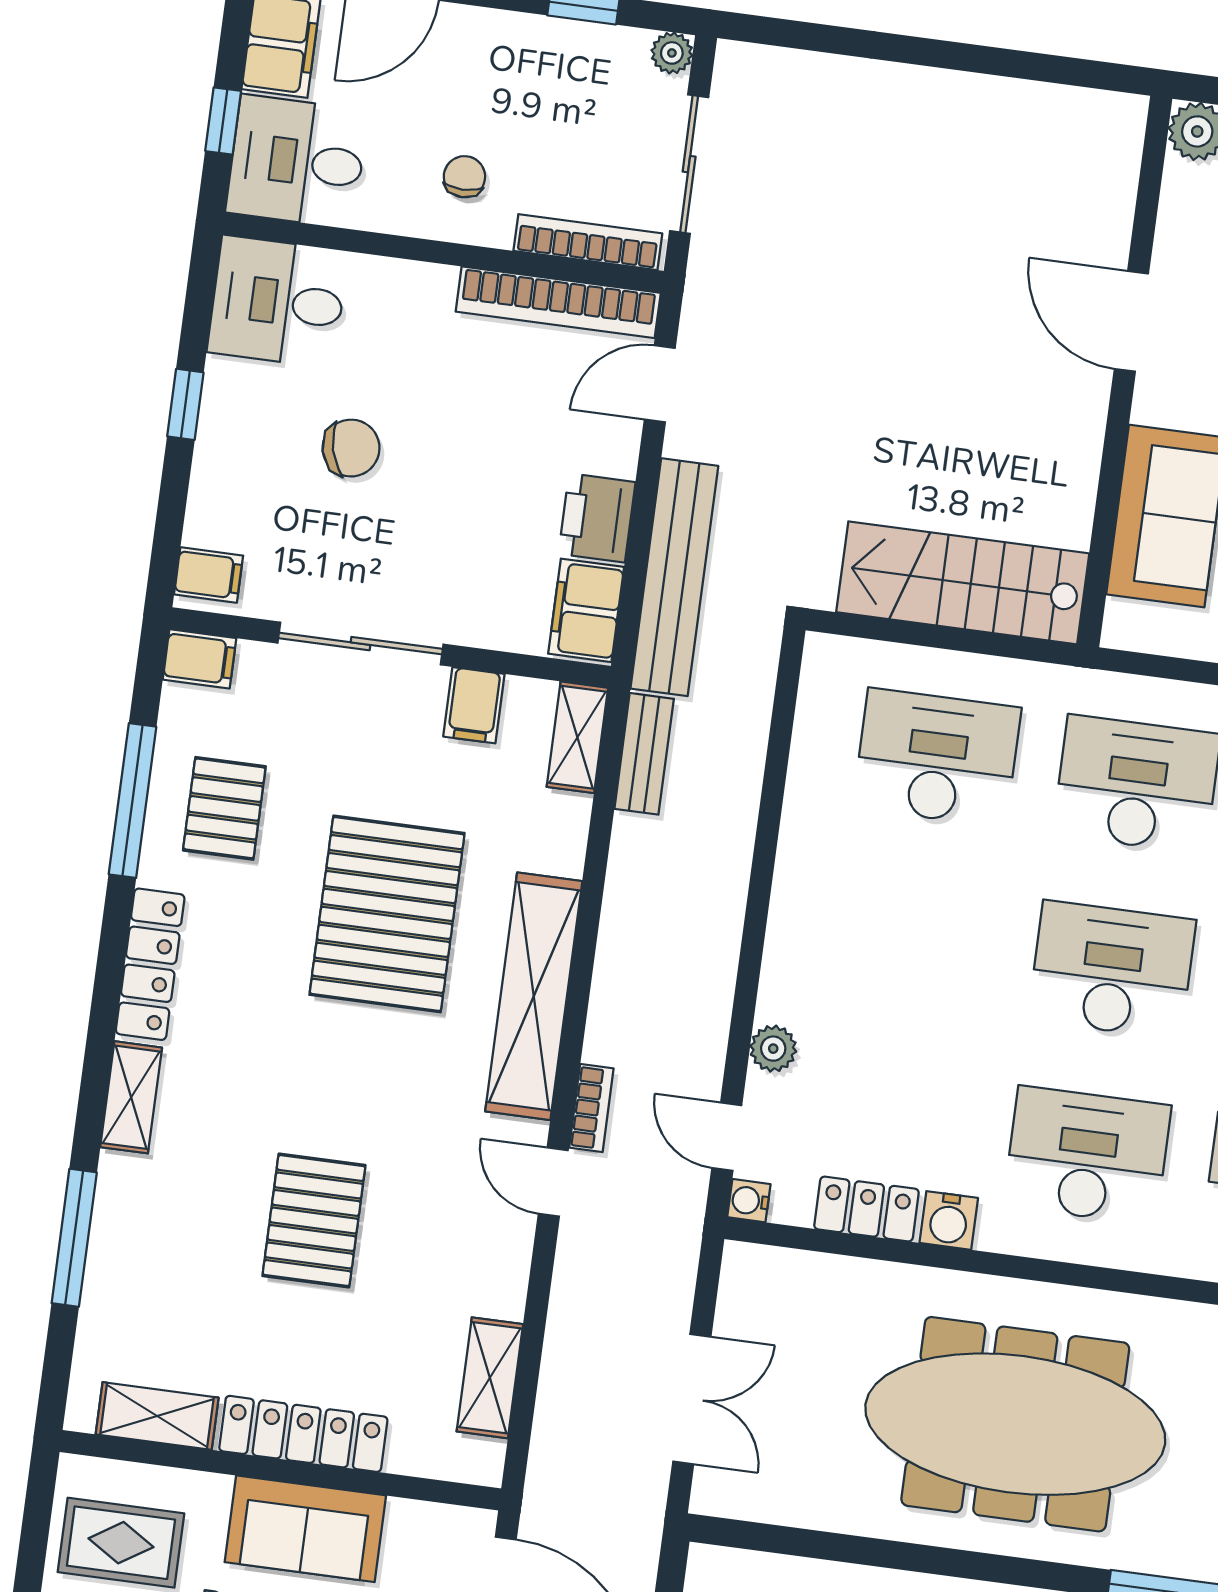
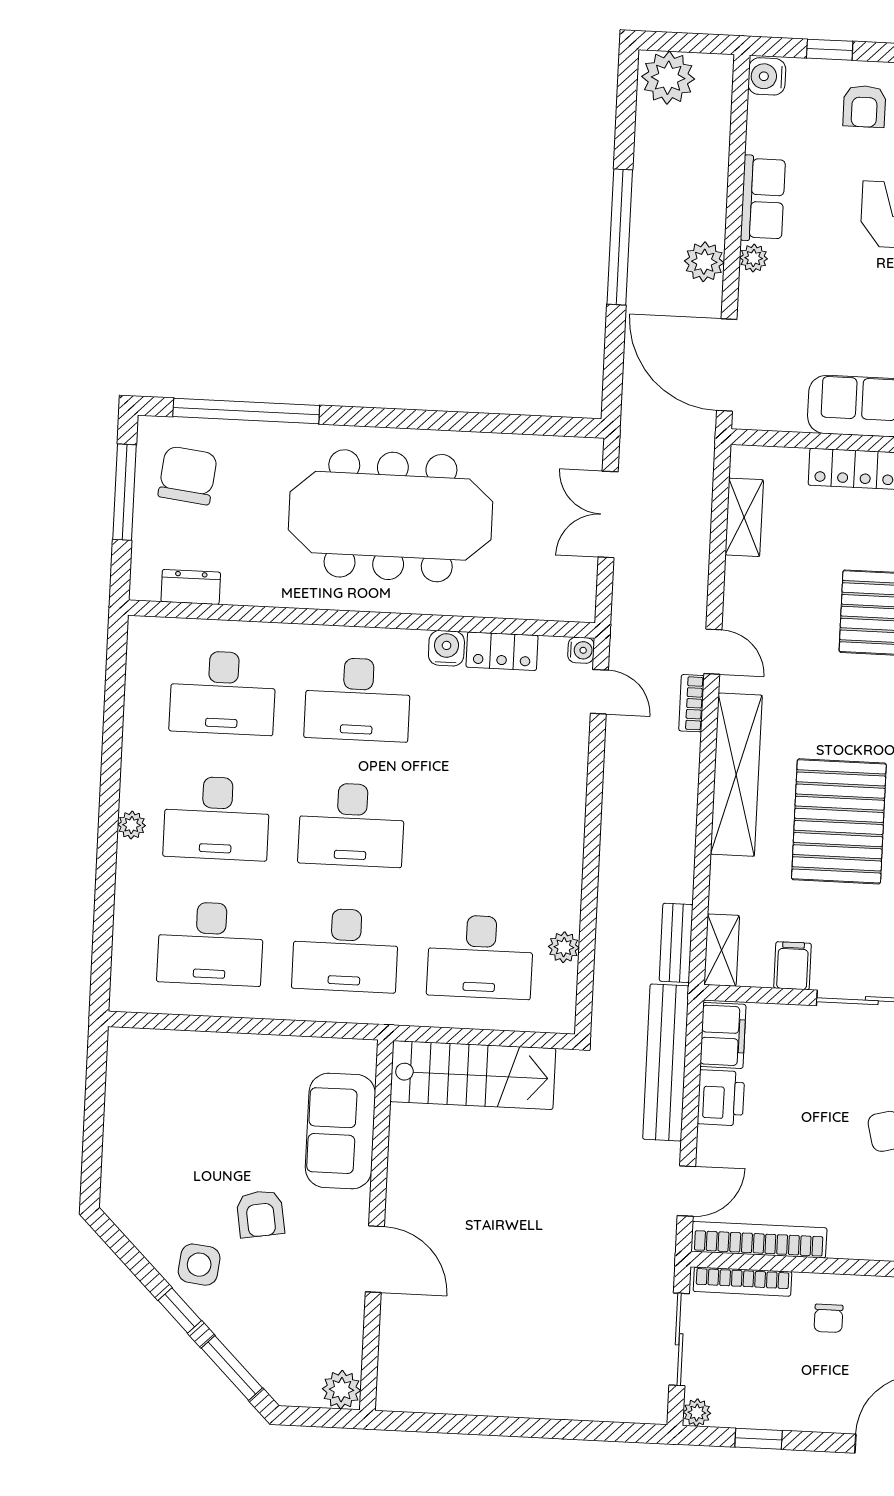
plant: (773, 1049) -> (564, 947), moved

